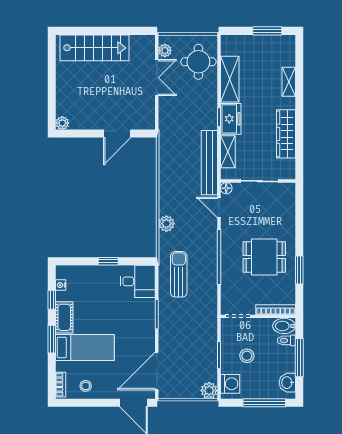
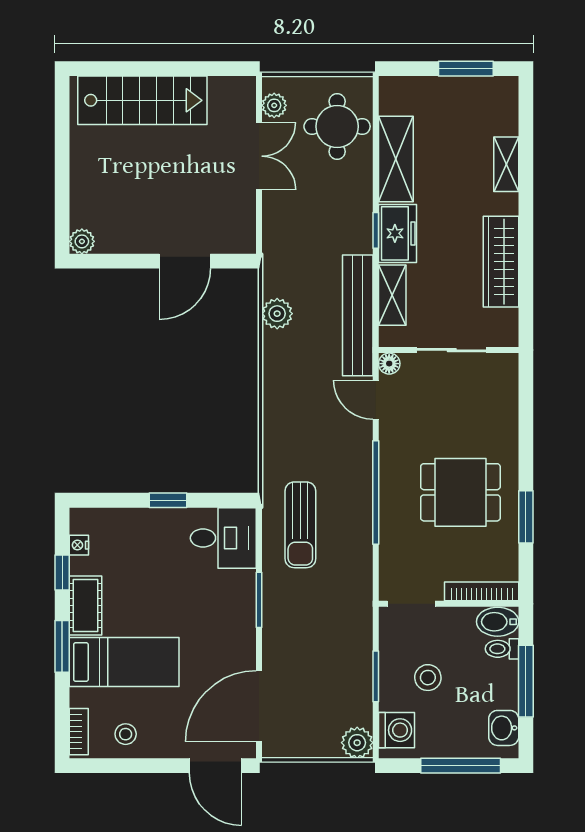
plant: (166, 224) -> (277, 314), moved
sun lounger: (179, 274) -> (300, 525), turned 180

